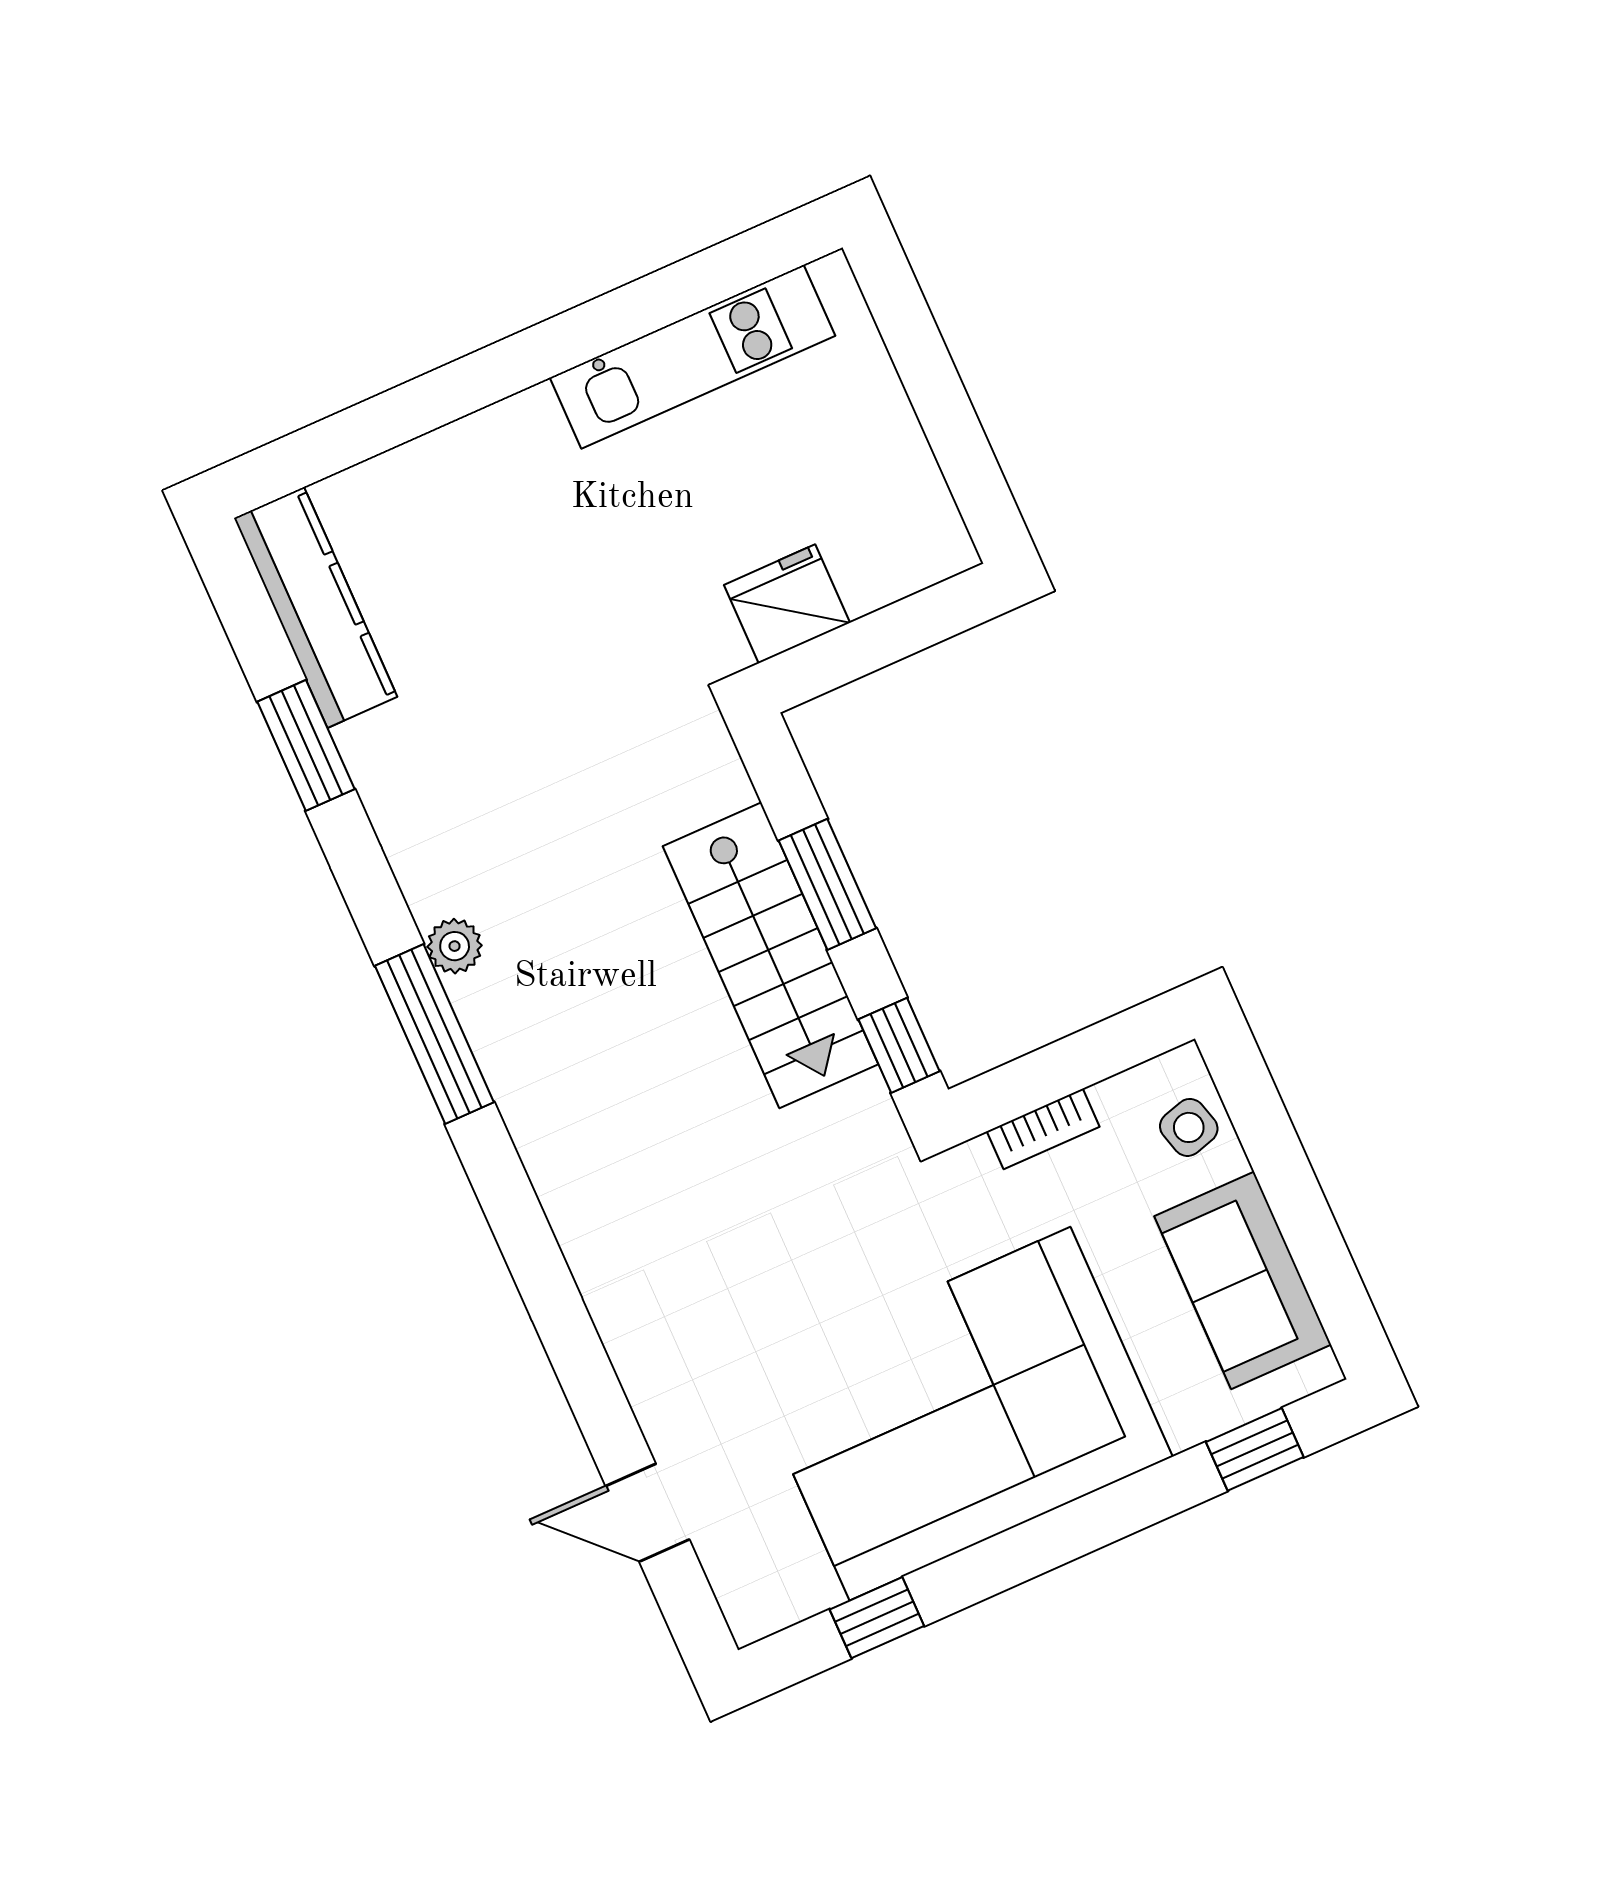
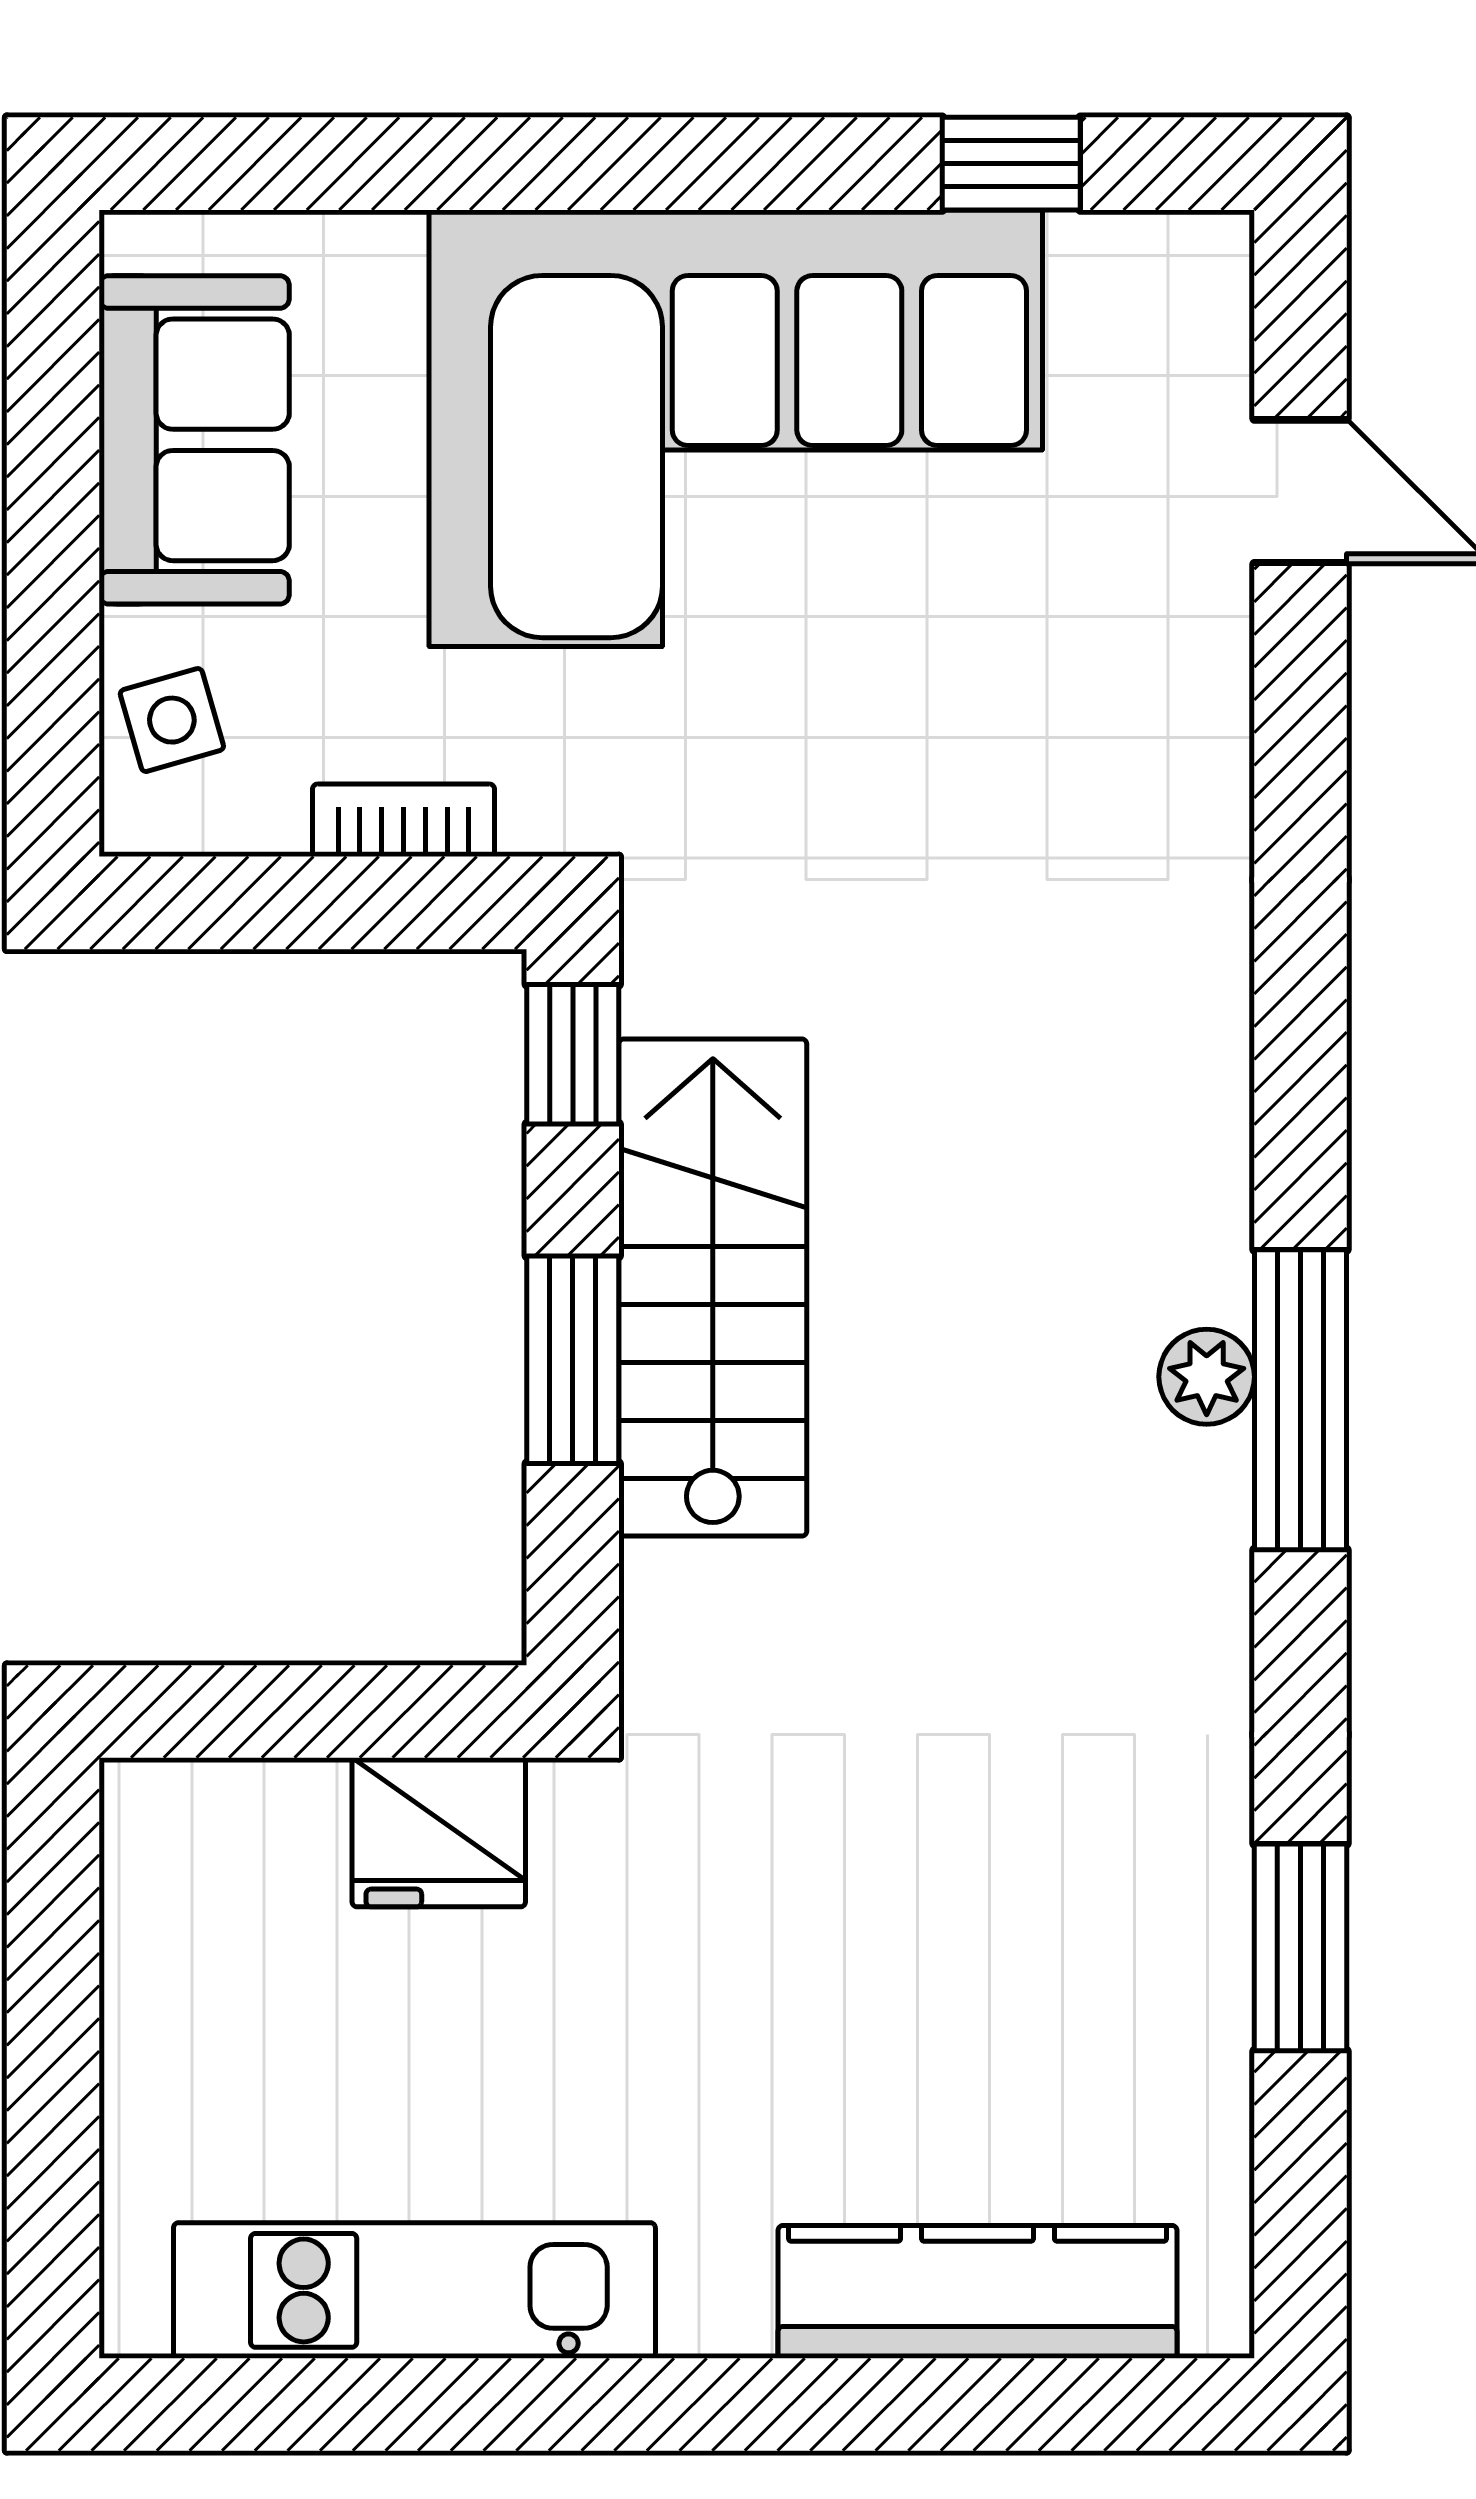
kitchen counter: (316, 607) -> (978, 2292), moved, turned 90
plant: (455, 946) -> (1207, 1377), moved
window: (1255, 1449) -> (294, 164), removed

